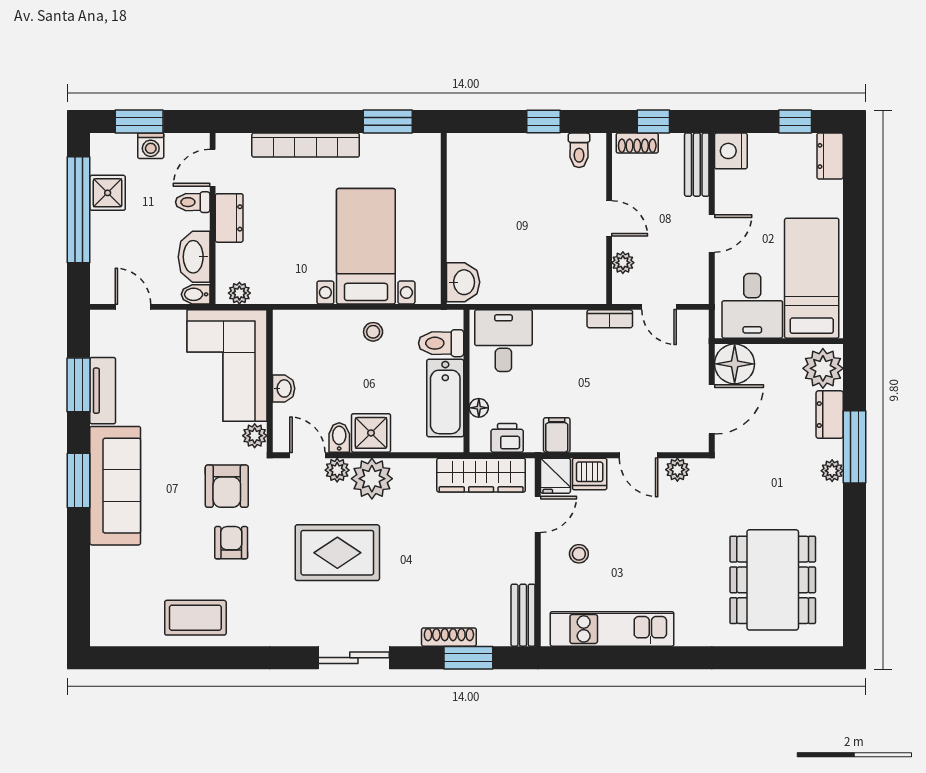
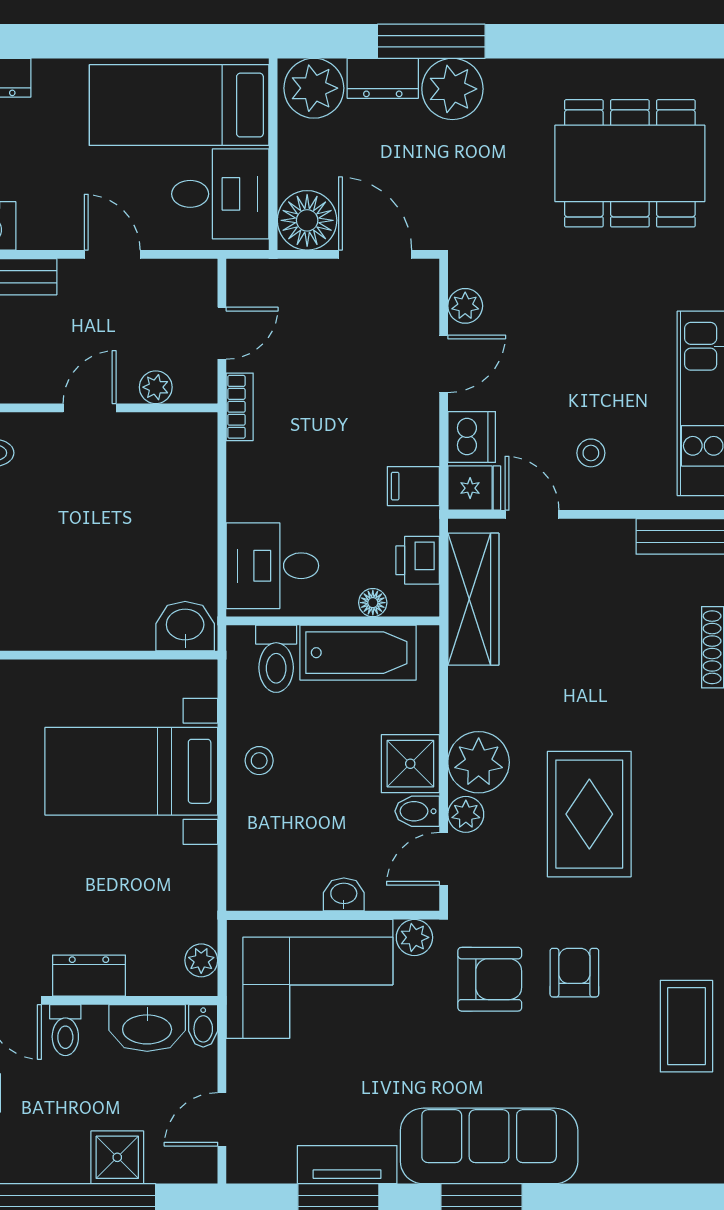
shower: (108, 193) -> (117, 1157), moved
plant: (832, 471) -> (452, 89), width x1.88, depth x1.88
armchair: (231, 543) -> (574, 973), turned 90

